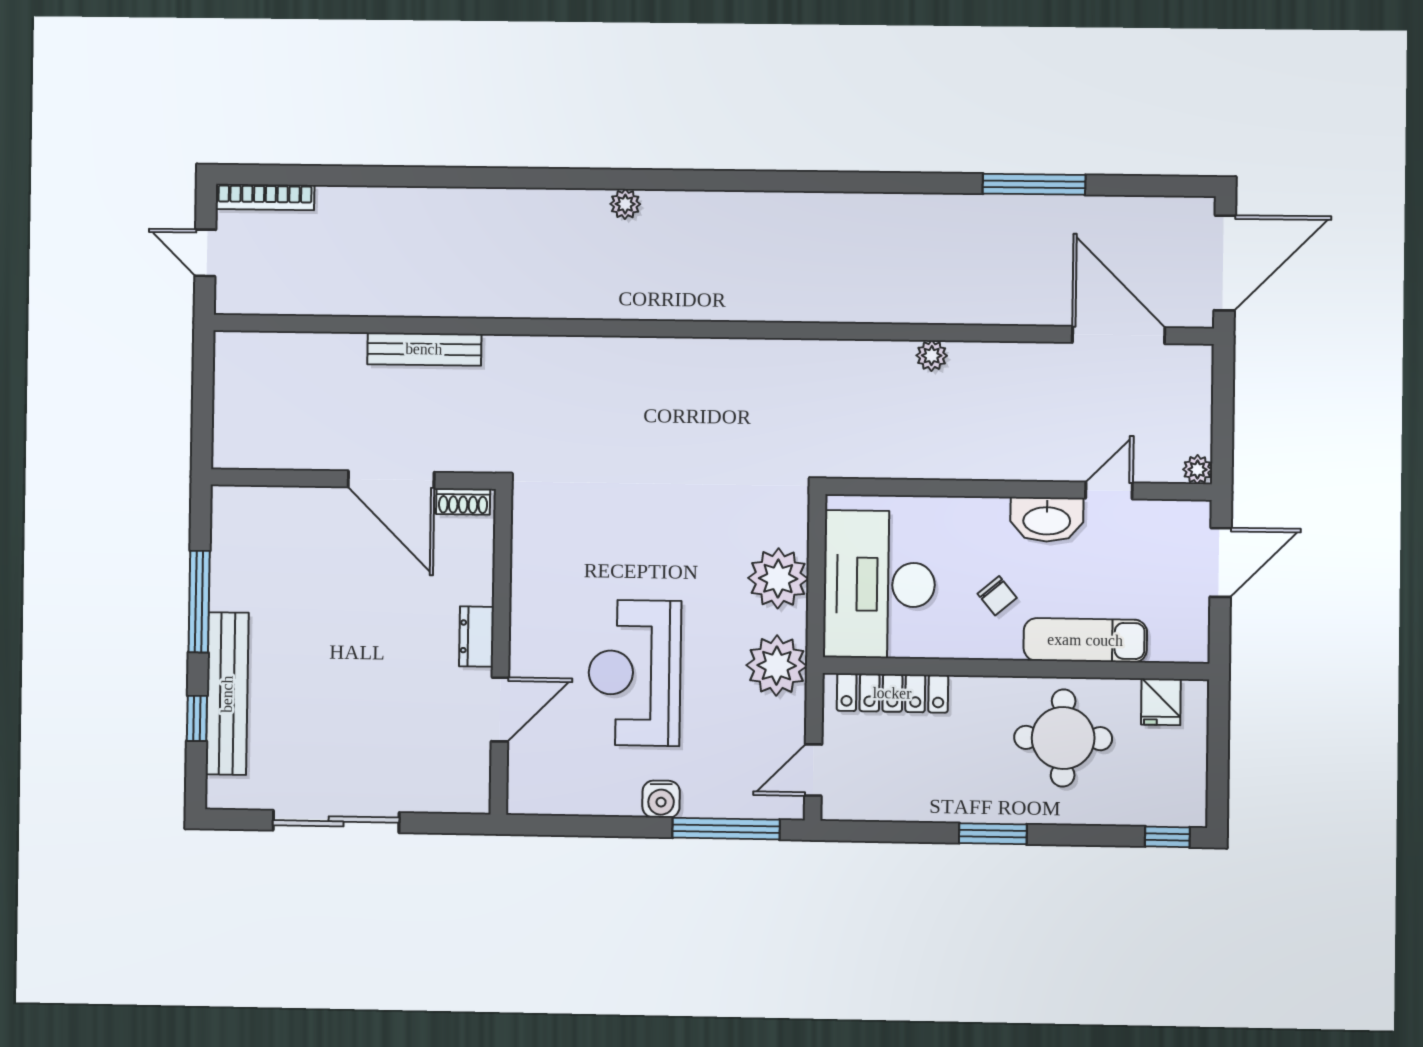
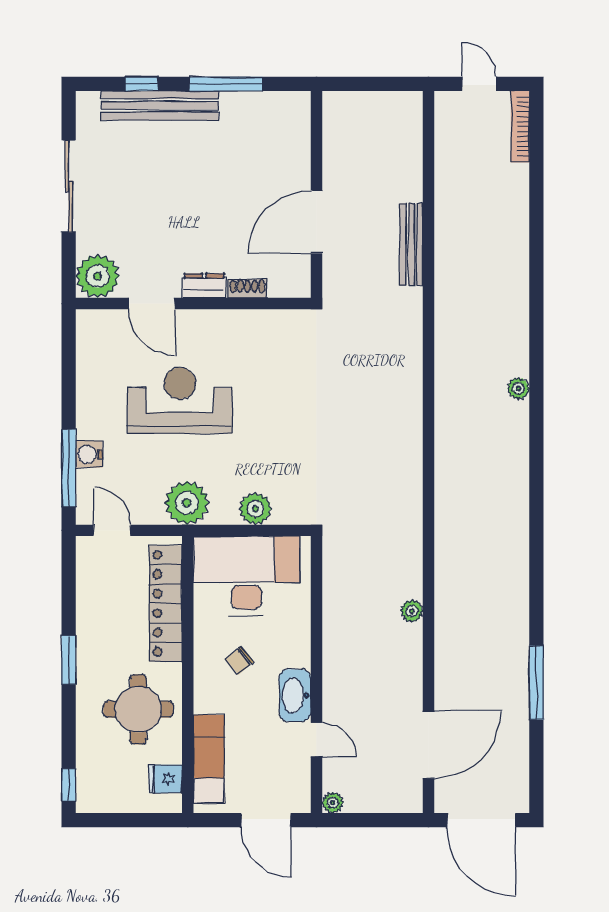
door: (205, 253) -> (479, 84), hinge flipped
shoe rack: (463, 502) -> (247, 289), moved, turned 90
plant: (778, 578) -> (255, 509), width x0.73, depth x0.73
exam couch: (1085, 640) -> (209, 759), moved
locker: (892, 693) -> (166, 603), width x1.41, depth x1.21
plant: (461, 784) -> (98, 276), added
water cooler: (661, 799) -> (89, 454), moved

